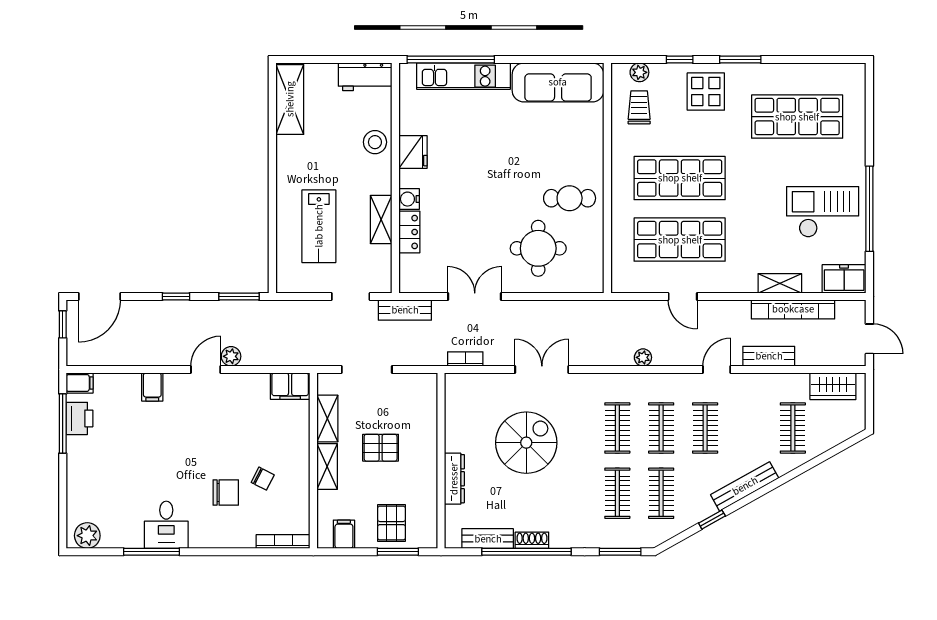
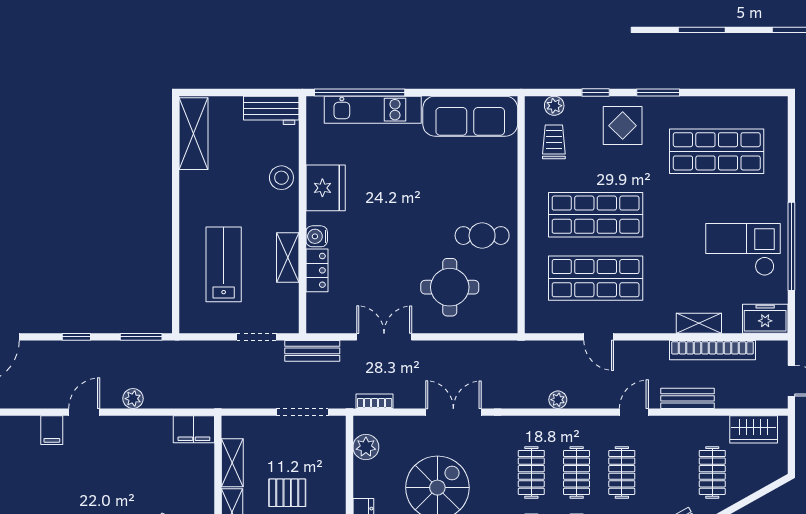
fridge: (413, 152) -> (326, 188), width x1.36, depth x1.34
lab bench: (319, 226) -> (224, 264), turned 180
door: (206, 369) -> (84, 412), moved
doorway: (367, 369) -> (302, 412), moved
plant: (457, 403) -> (366, 447), added

